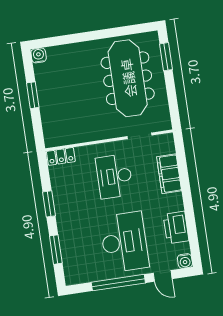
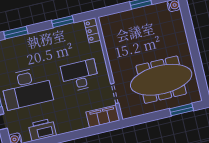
filing cabinet: (169, 174) -> (103, 116), moved
window: (49, 204) -> (63, 22), moved

